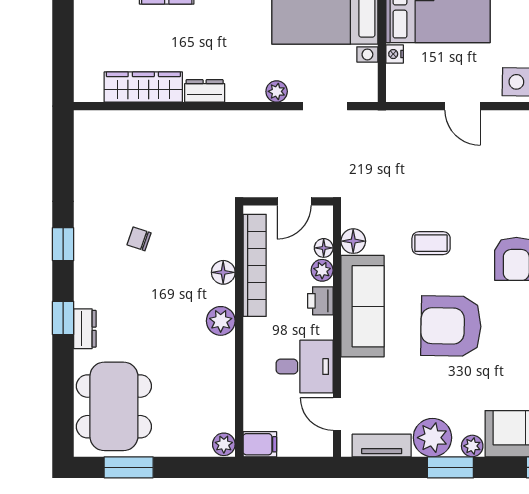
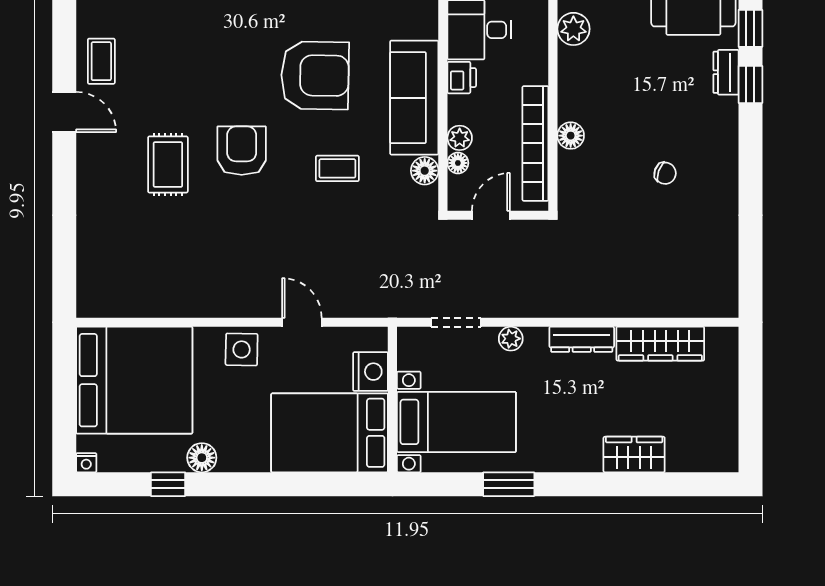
nightstand: (395, 54) -> (371, 372), width x1.89, depth x1.79
dresser: (205, 91) -> (582, 339), width x1.44
window: (63, 244) -> (750, 28), moved
printer: (320, 301) -> (462, 78), moved
plant: (221, 321) -> (573, 29), moved

